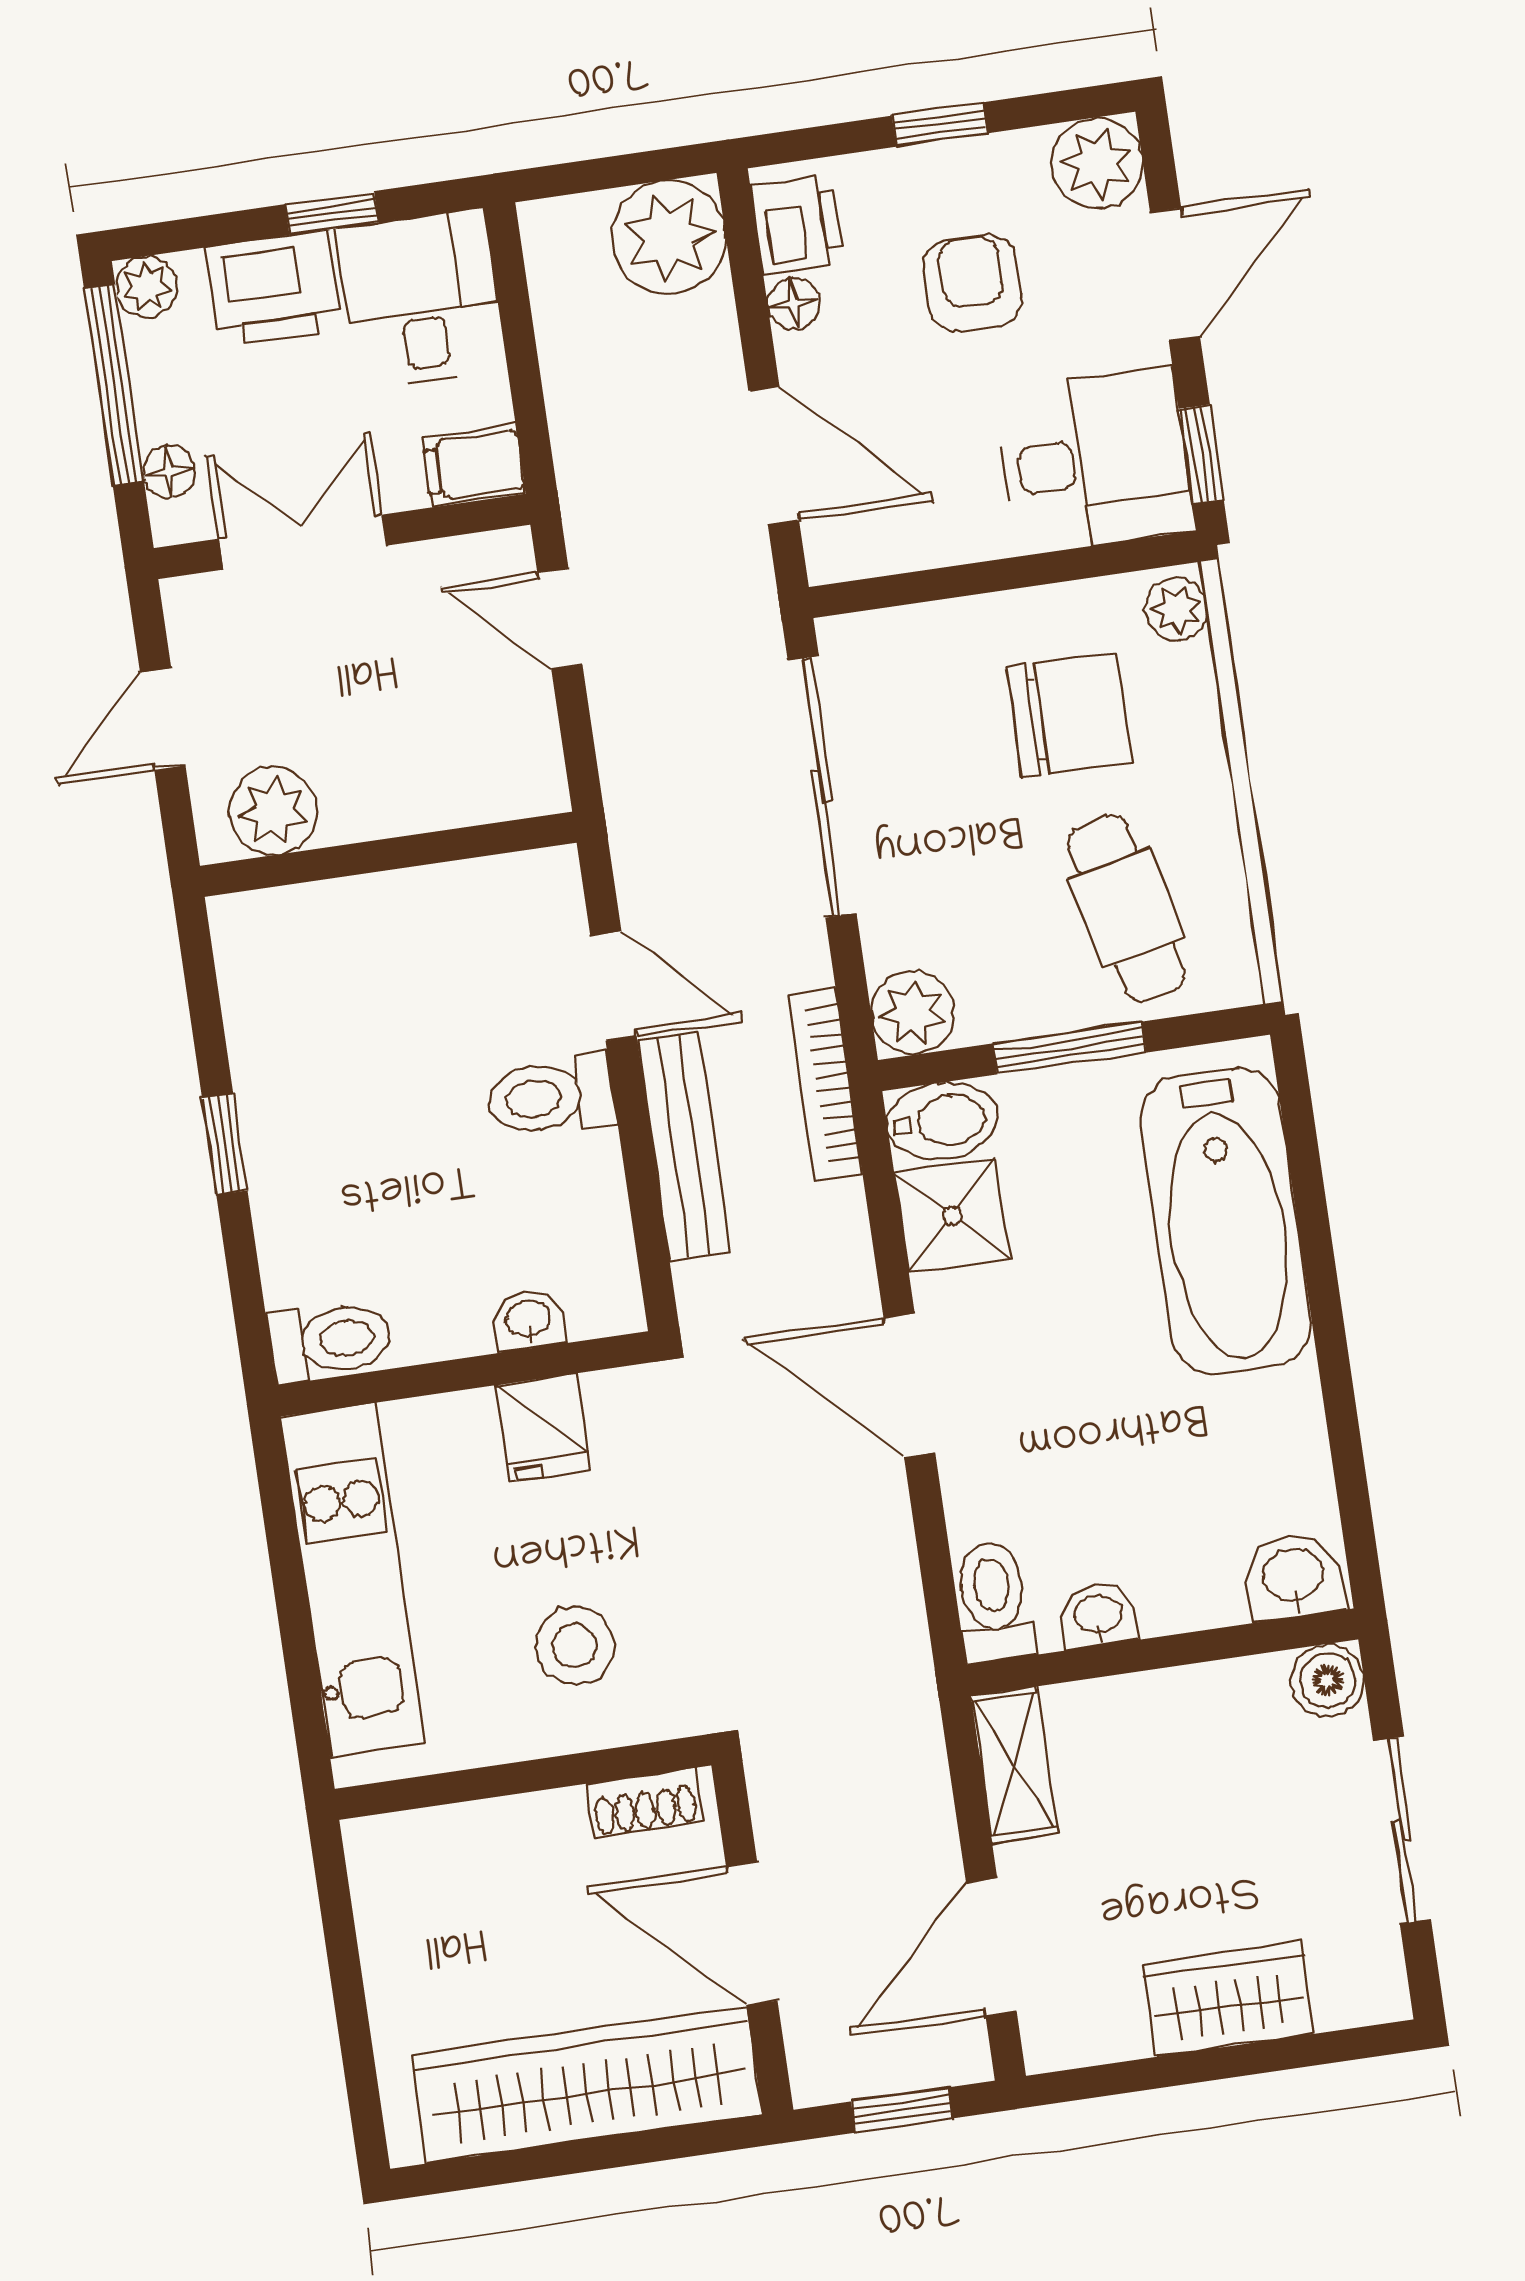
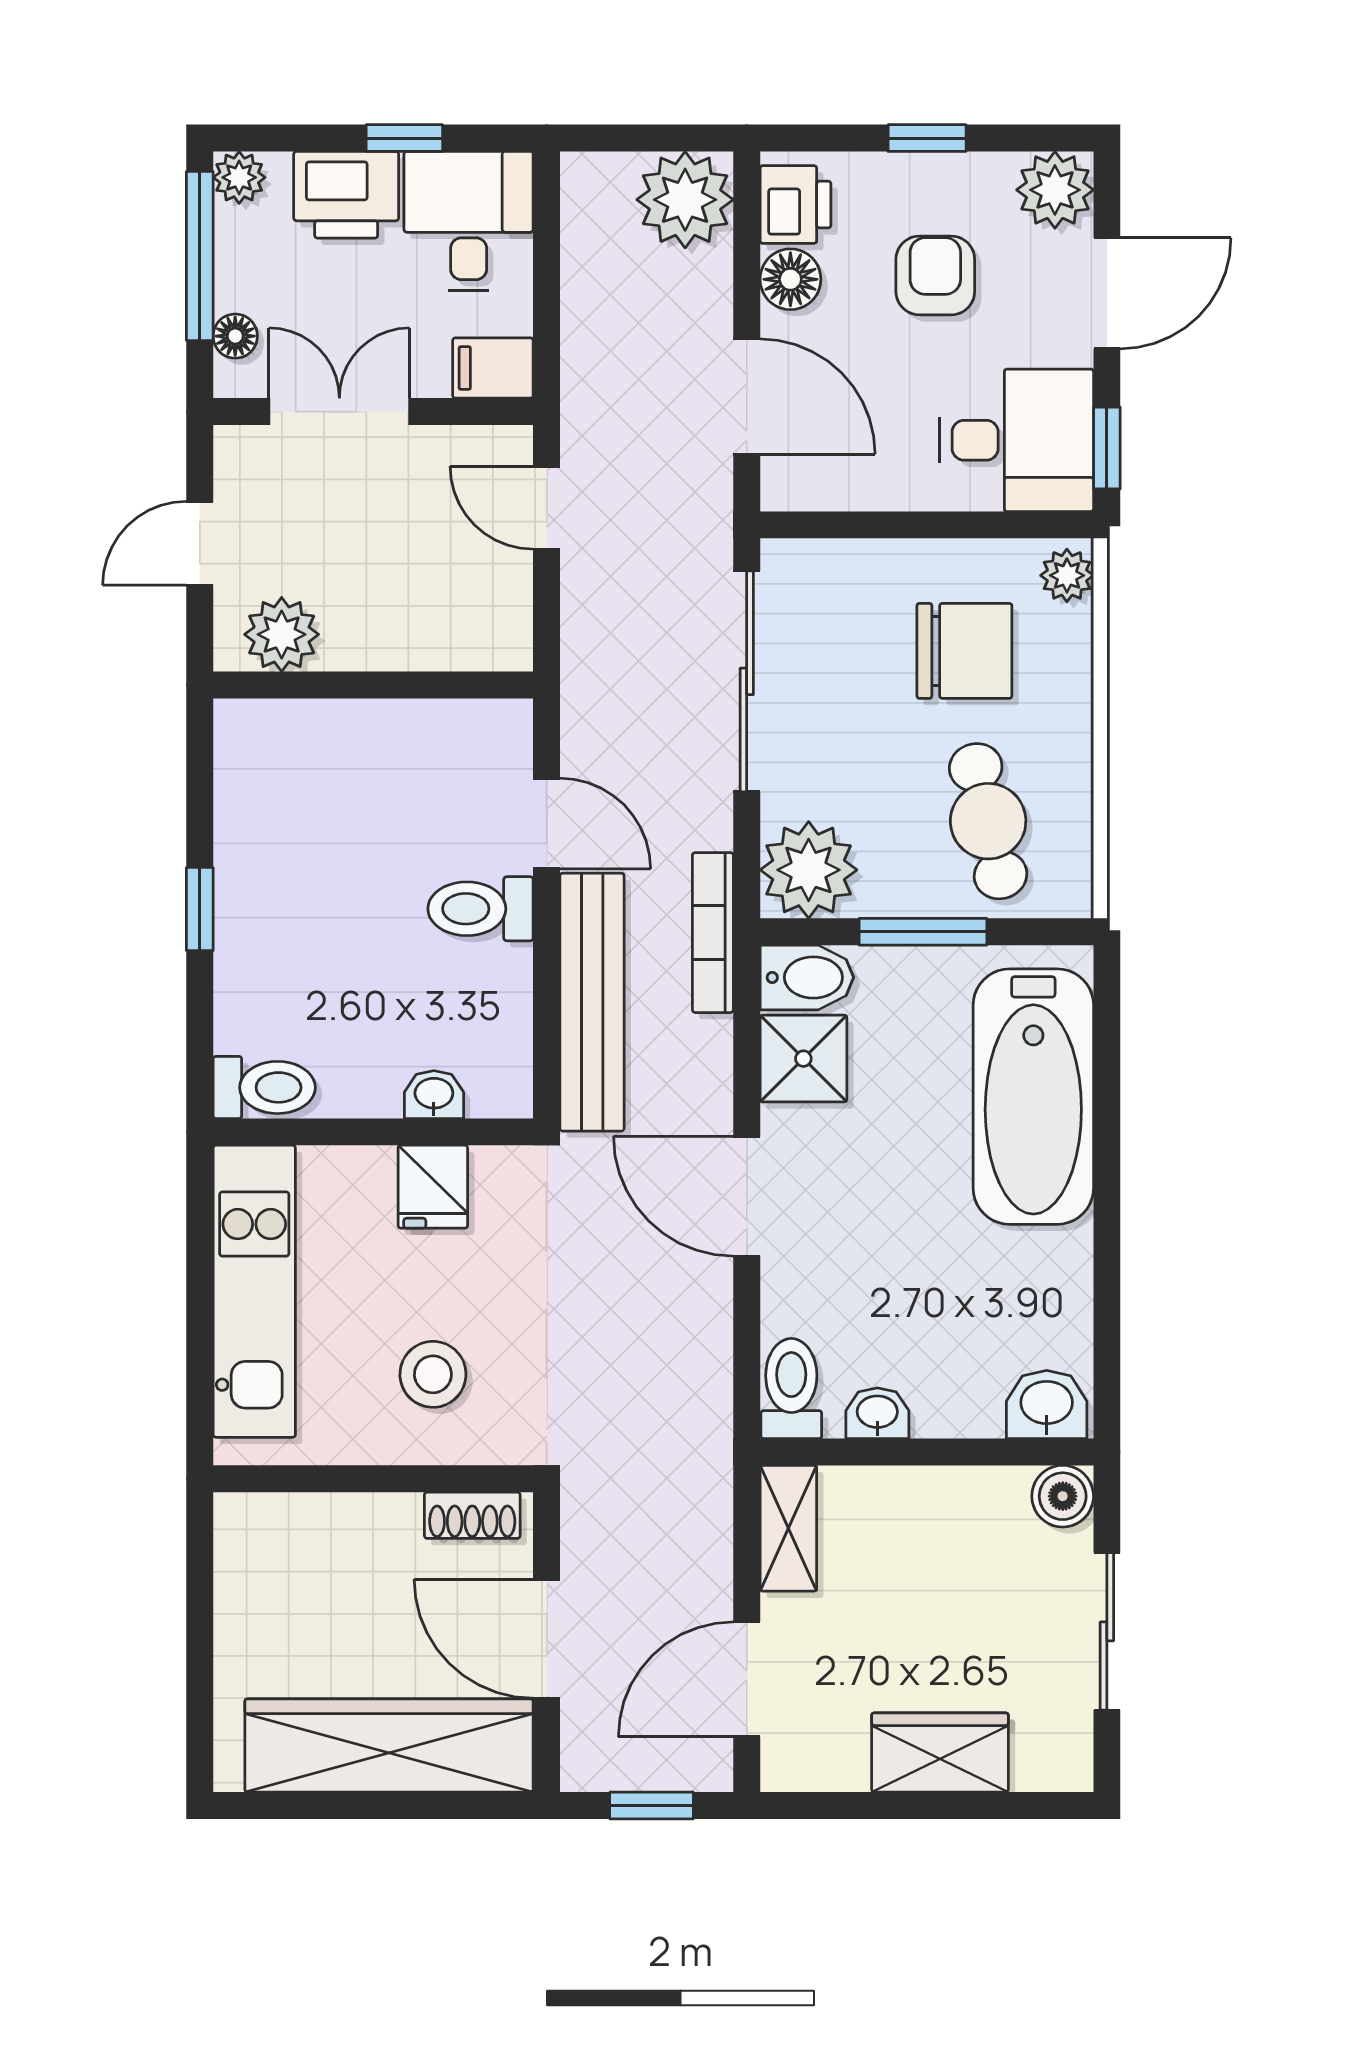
floor lamp: (794, 304) -> (790, 279), width x1.37, depth x1.37
plant: (913, 1013) -> (809, 870), width x1.36, depth x1.36
bench: (684, 1147) -> (592, 1002), width x1.37, depth x1.21

